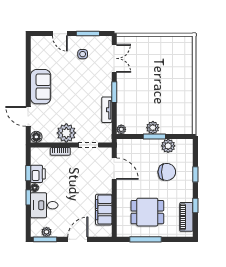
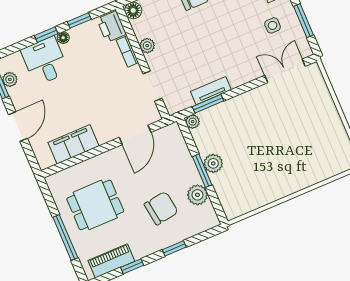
double door: (114, 58) -> (285, 71), swing flipped
window: (114, 92) -> (208, 104), moved
plant: (66, 133) -> (147, 46), width x0.53, depth x0.53
chair: (167, 172) -> (161, 208), turned -98
printer: (38, 174) -> (111, 27), moved, turned 90
dining table: (147, 212) -> (95, 205), turned 90
door: (78, 239) -> (18, 127), hinge flipped
window: (145, 239) -> (65, 238), moved

